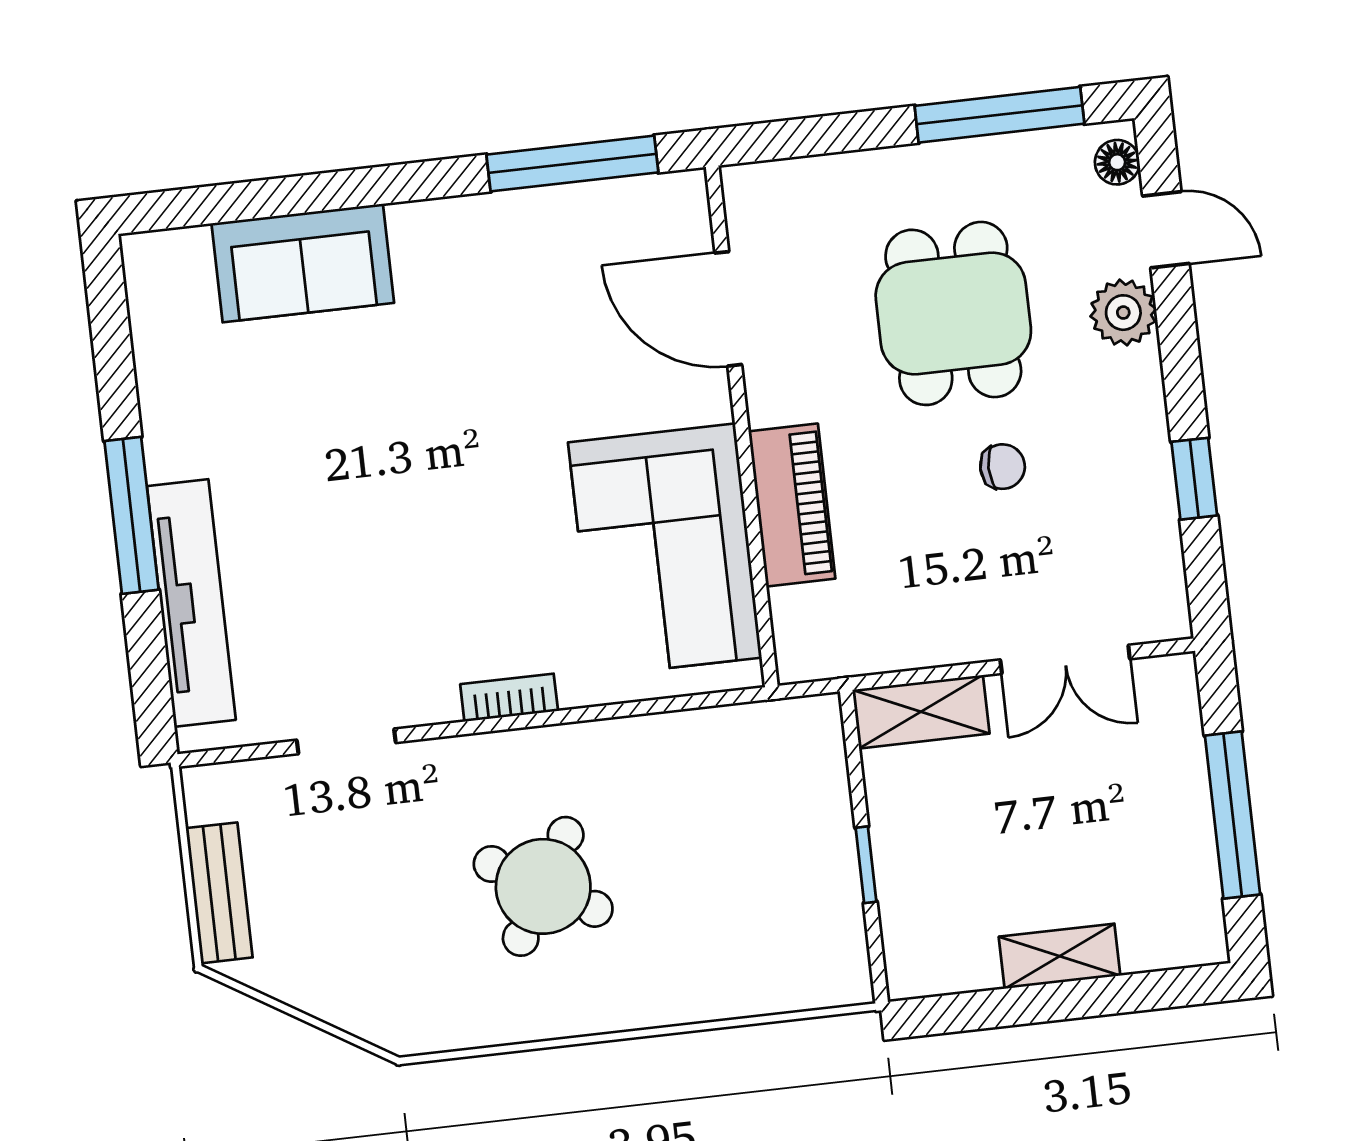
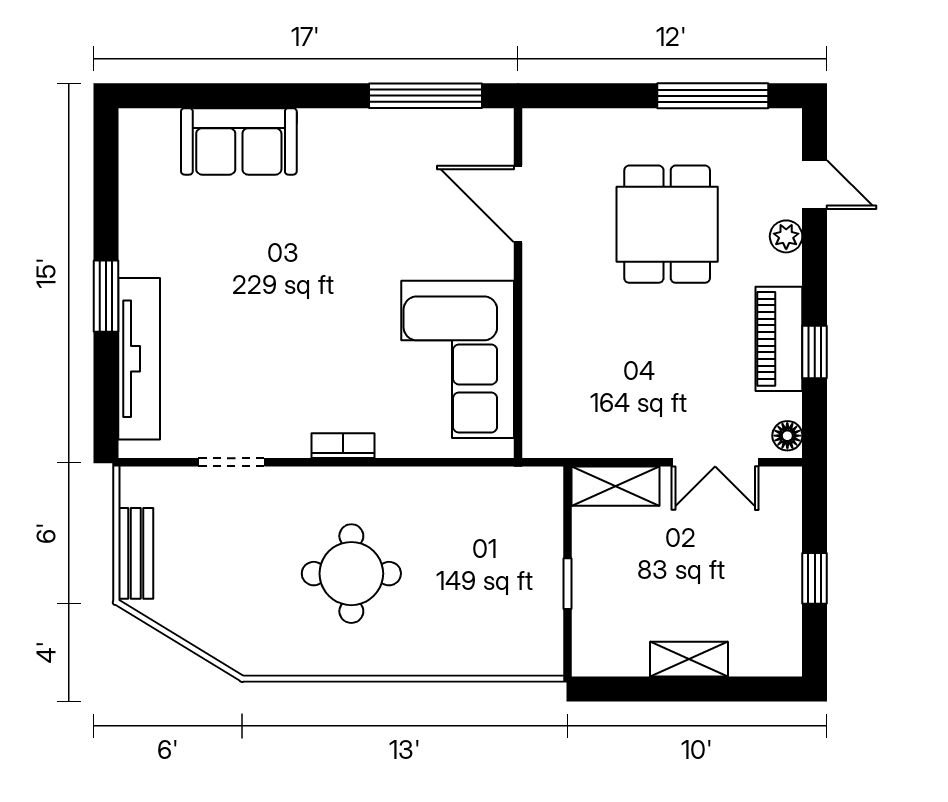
floor lamp: (1117, 162) -> (787, 436), moved
plant: (1123, 313) -> (786, 236), width x0.73, depth x0.73
chair: (1003, 467) -> (688, 330), removed
piano: (792, 505) -> (779, 339), moved, turned 180
window: (131, 515) -> (106, 296), width x0.69
window: (1233, 815) -> (815, 578), width x0.46
round table: (543, 886) -> (351, 574), turned -30

